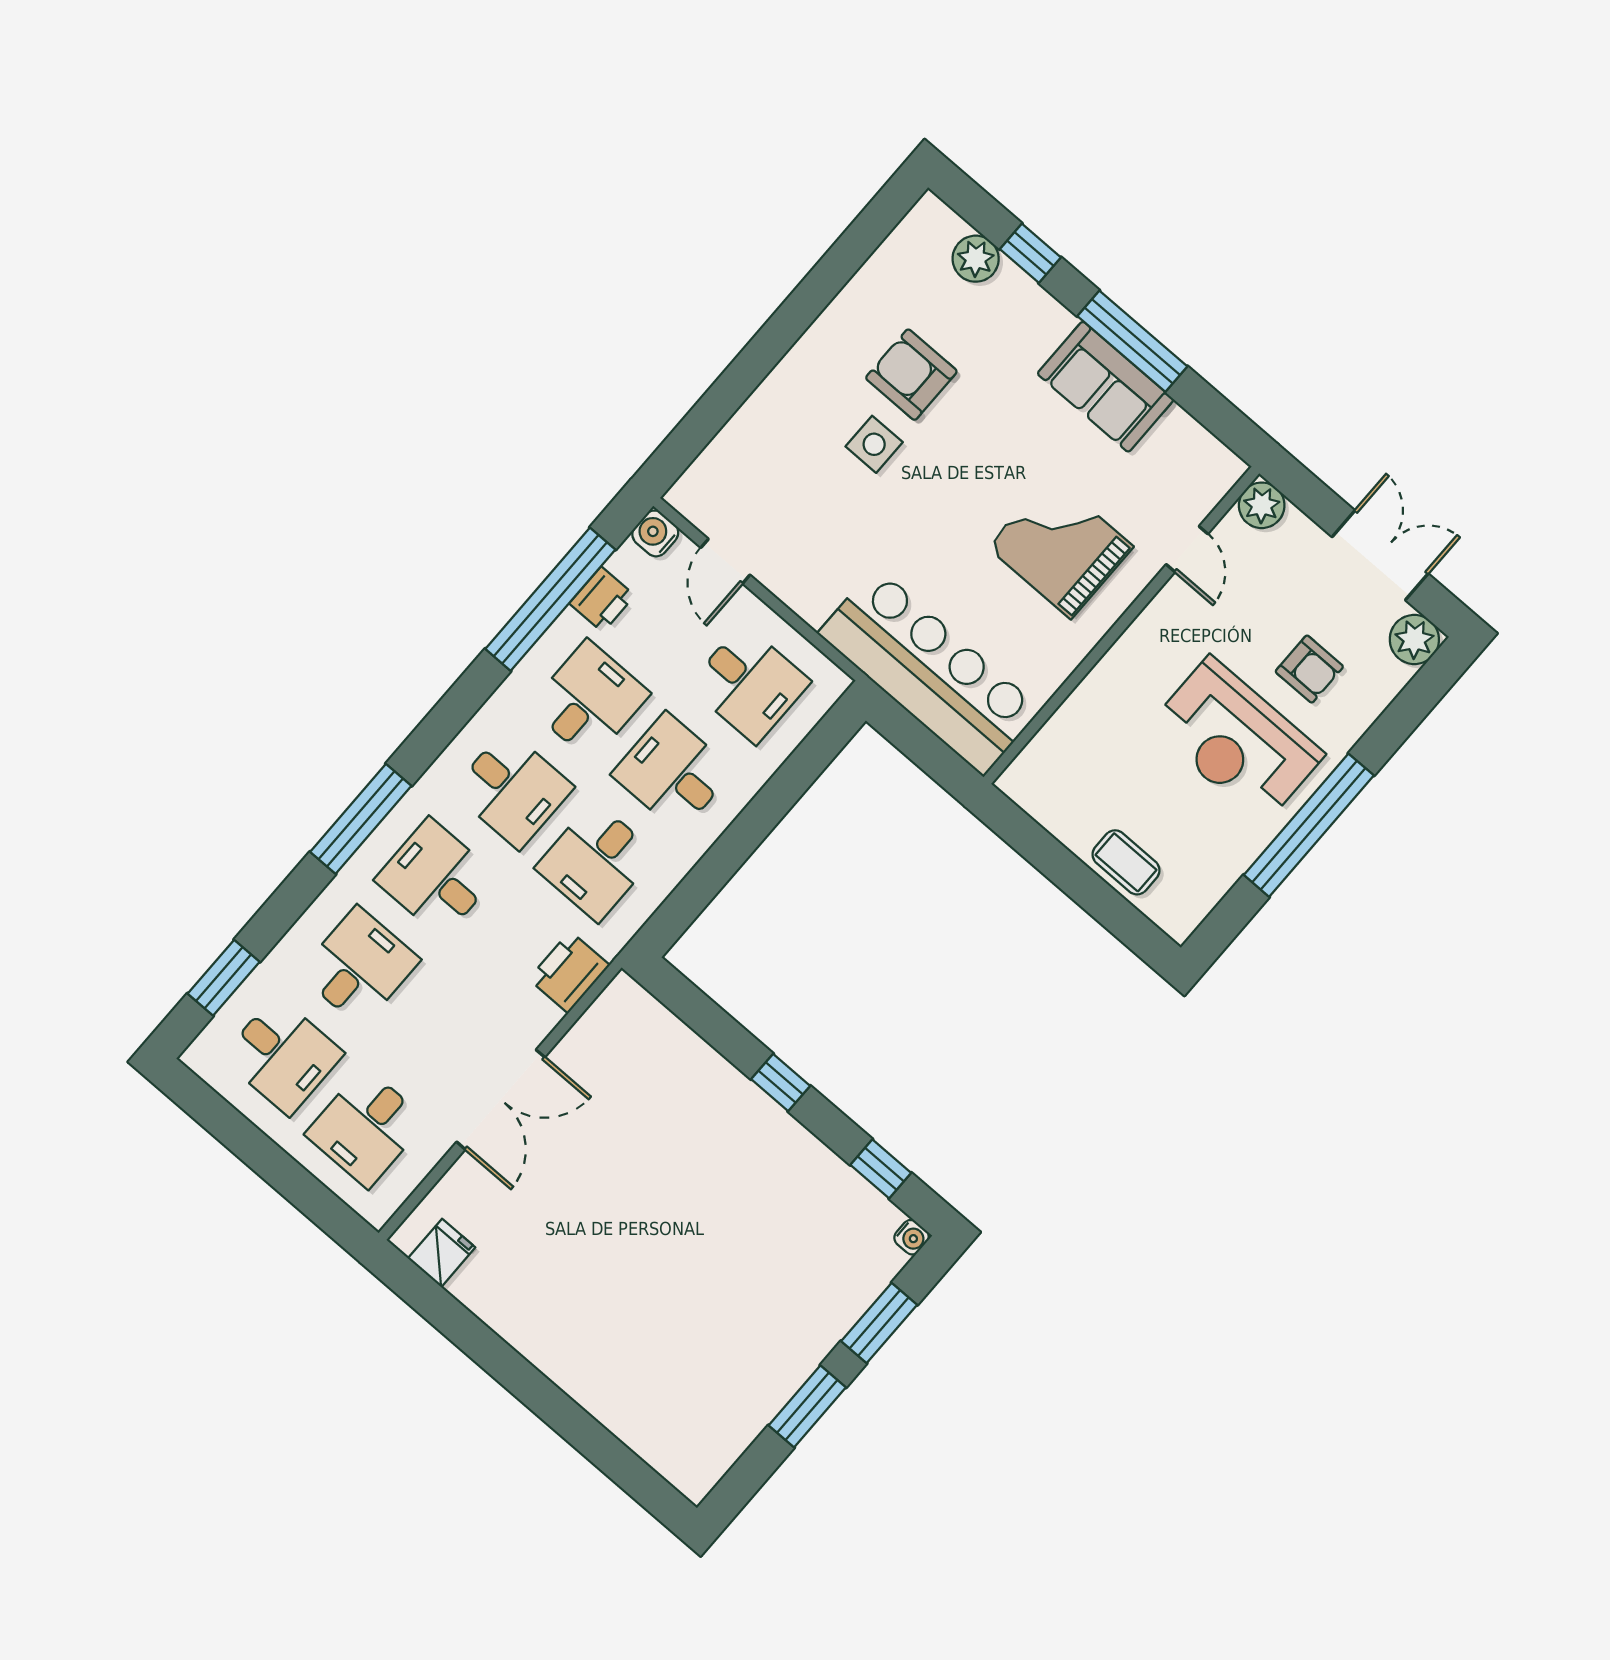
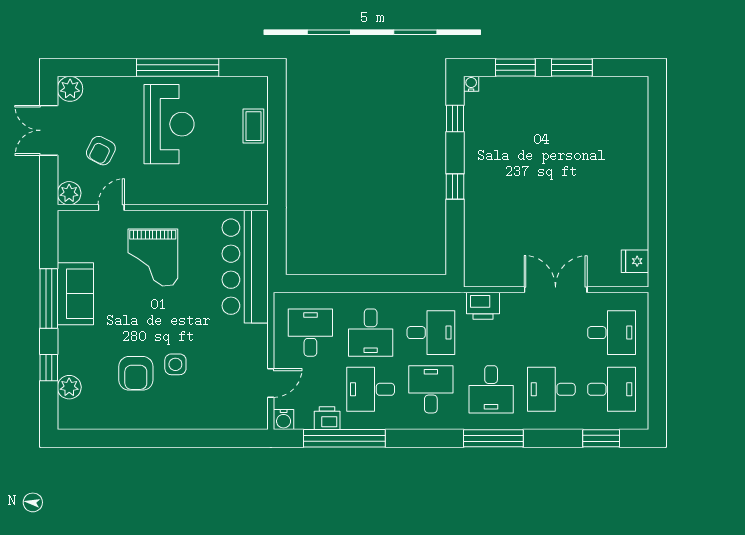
armchair: (1309, 669) -> (101, 151), moved, turned -153
desk: (283, 1055) -> (612, 389), turned 90

